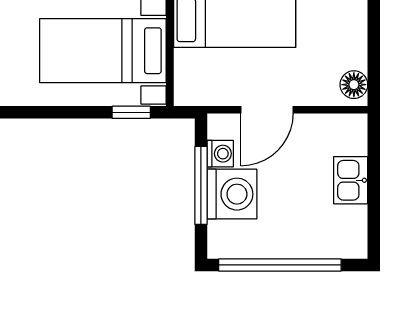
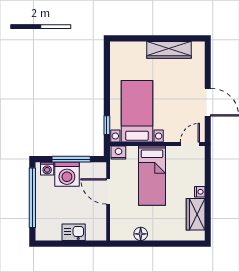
floor lamp: (354, 85) -> (141, 234), moved
nightstand: (187, 89) -> (118, 152), added
washing machine: (220, 154) -> (47, 169), moved

